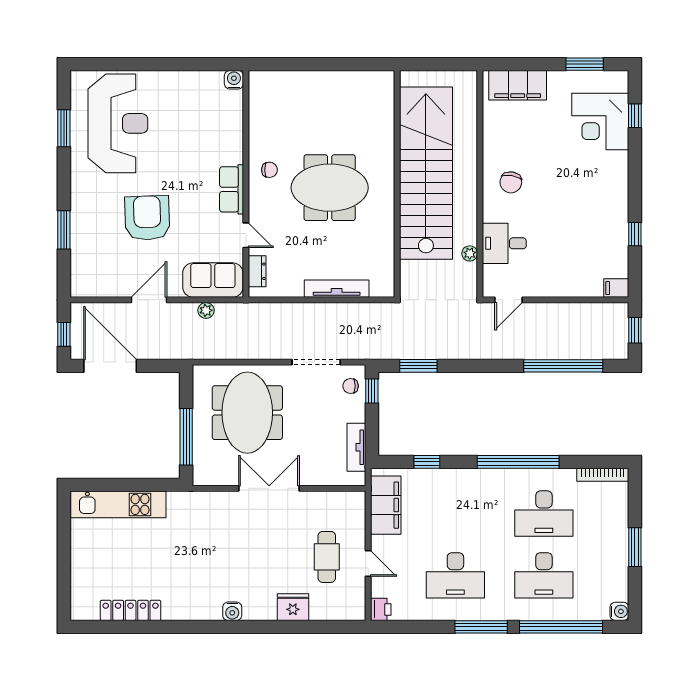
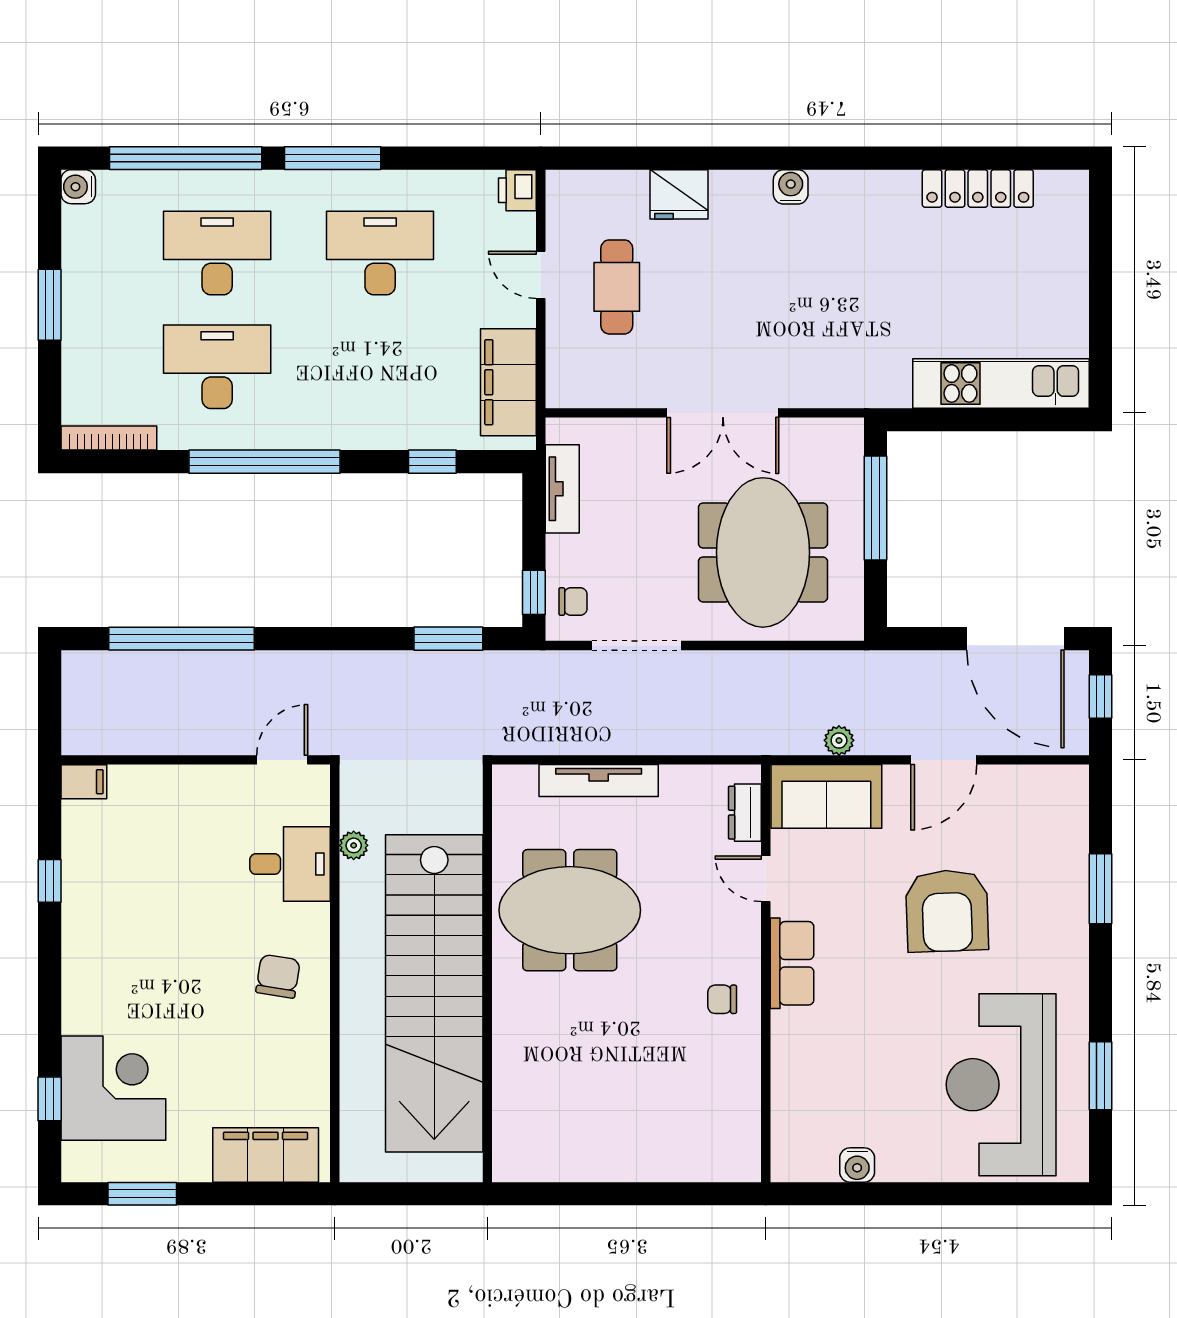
water cooler: (234, 80) -> (857, 1165), moved
meeting table: (330, 188) -> (570, 910), moved
window: (635, 330) -> (50, 704), removed

